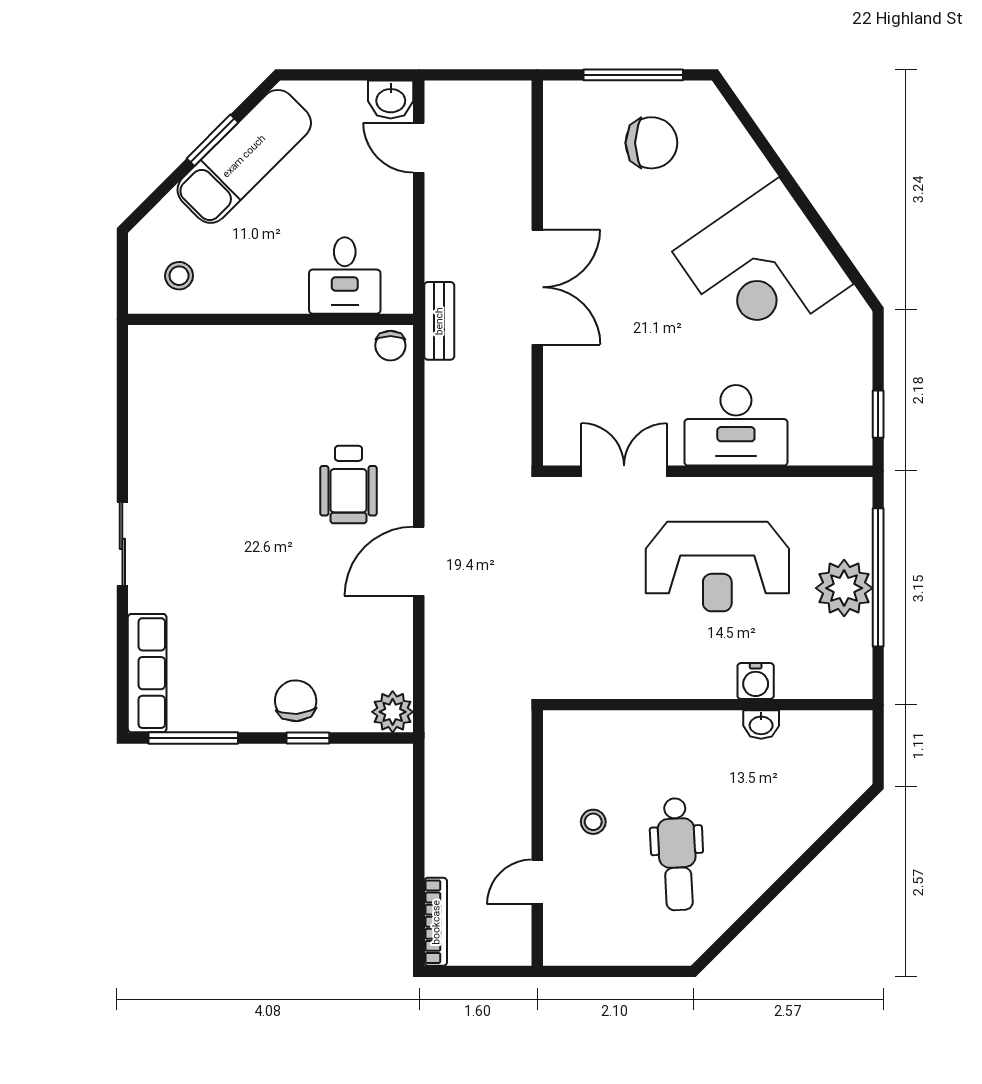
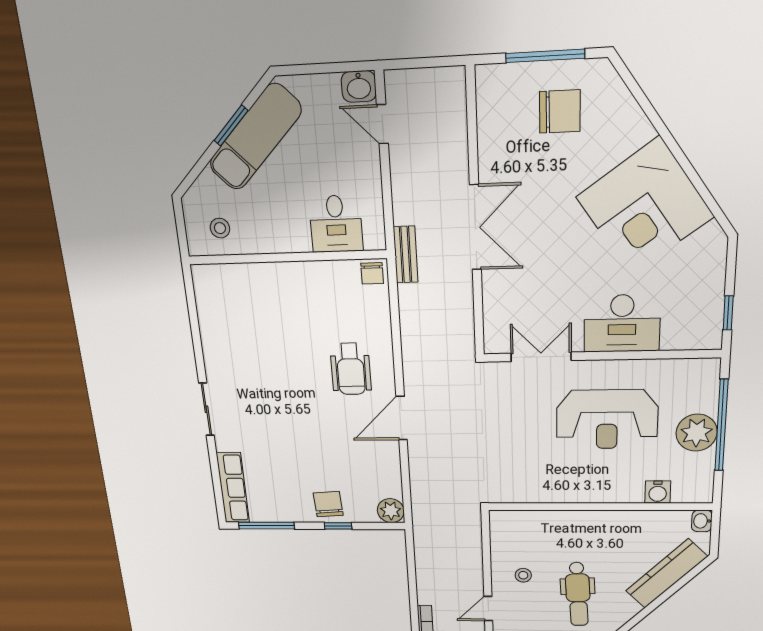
water cooler: (756, 681) -> (658, 492), moved
washbasin: (761, 725) -> (702, 521), moved, turned 90
kitchen counter: (810, 817) -> (666, 574), added

